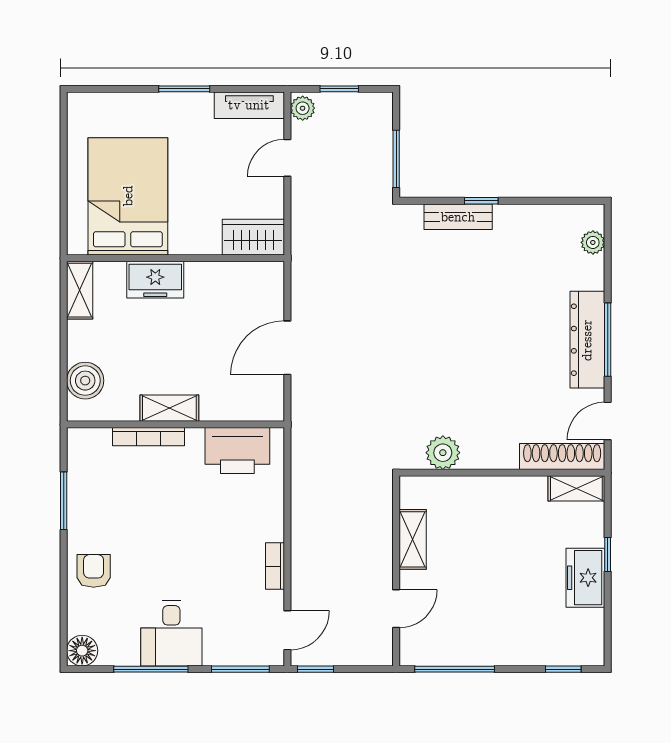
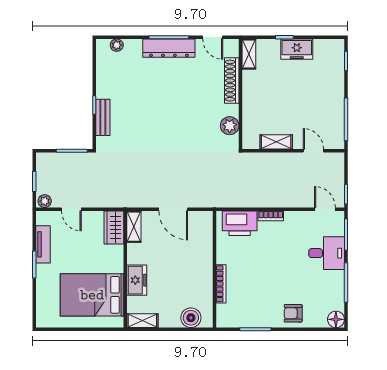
tv unit: (249, 105) -> (43, 244), moved
shelving: (169, 408) -> (134, 227), moved
printer: (237, 451) -> (240, 223), moved, turned 90
shoe rack: (562, 457) -> (232, 81), moved
bookcase: (275, 566) -> (271, 216), moved
desk: (171, 633) -> (327, 253), moved

